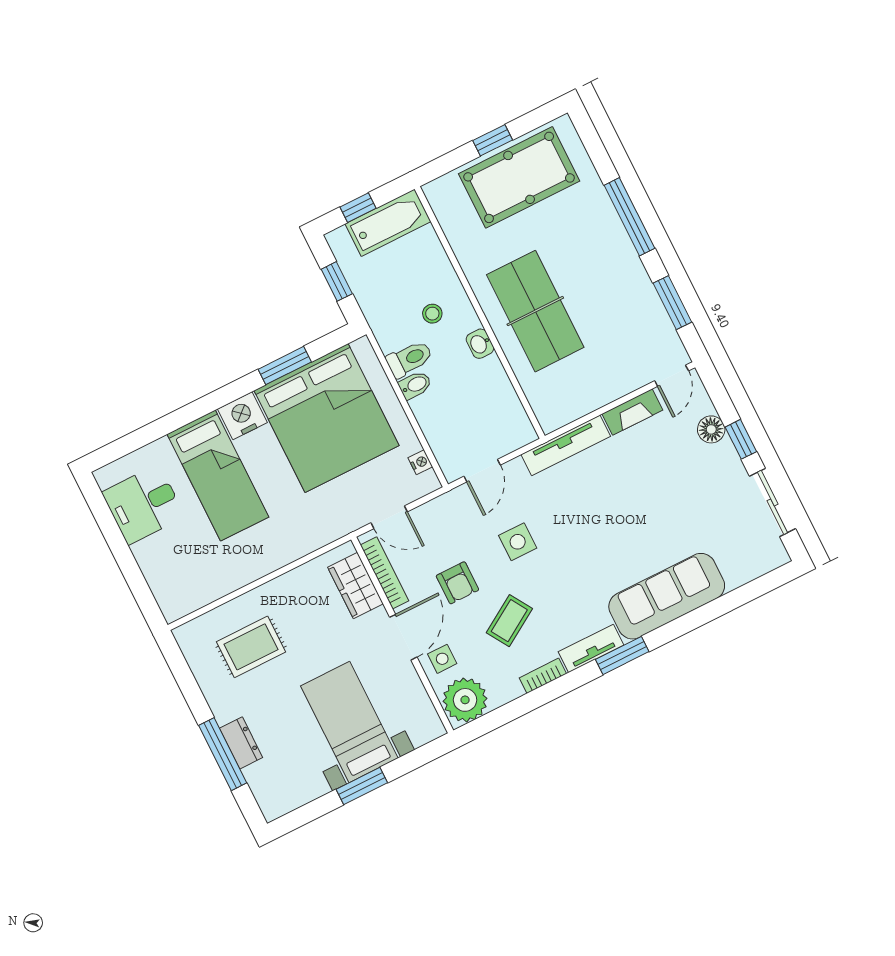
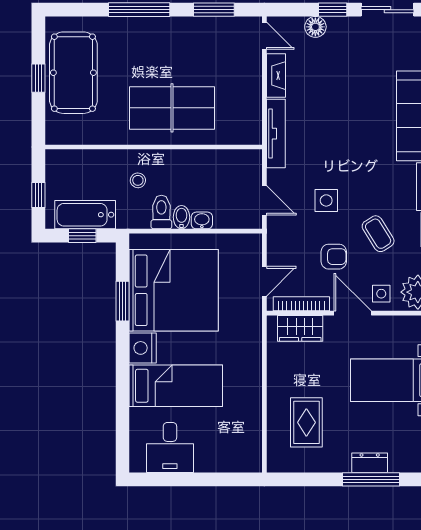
bathtub: (388, 223) -> (85, 215), moved, turned -90
washbasin: (480, 344) -> (202, 220), moved, turned 180
nightstand: (420, 462) -> (237, 240), removed

